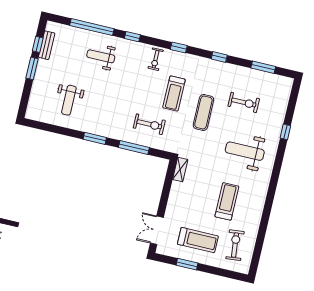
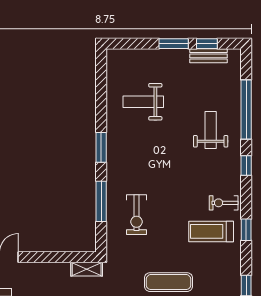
treadmill: (174, 94) -> (211, 231), moved

